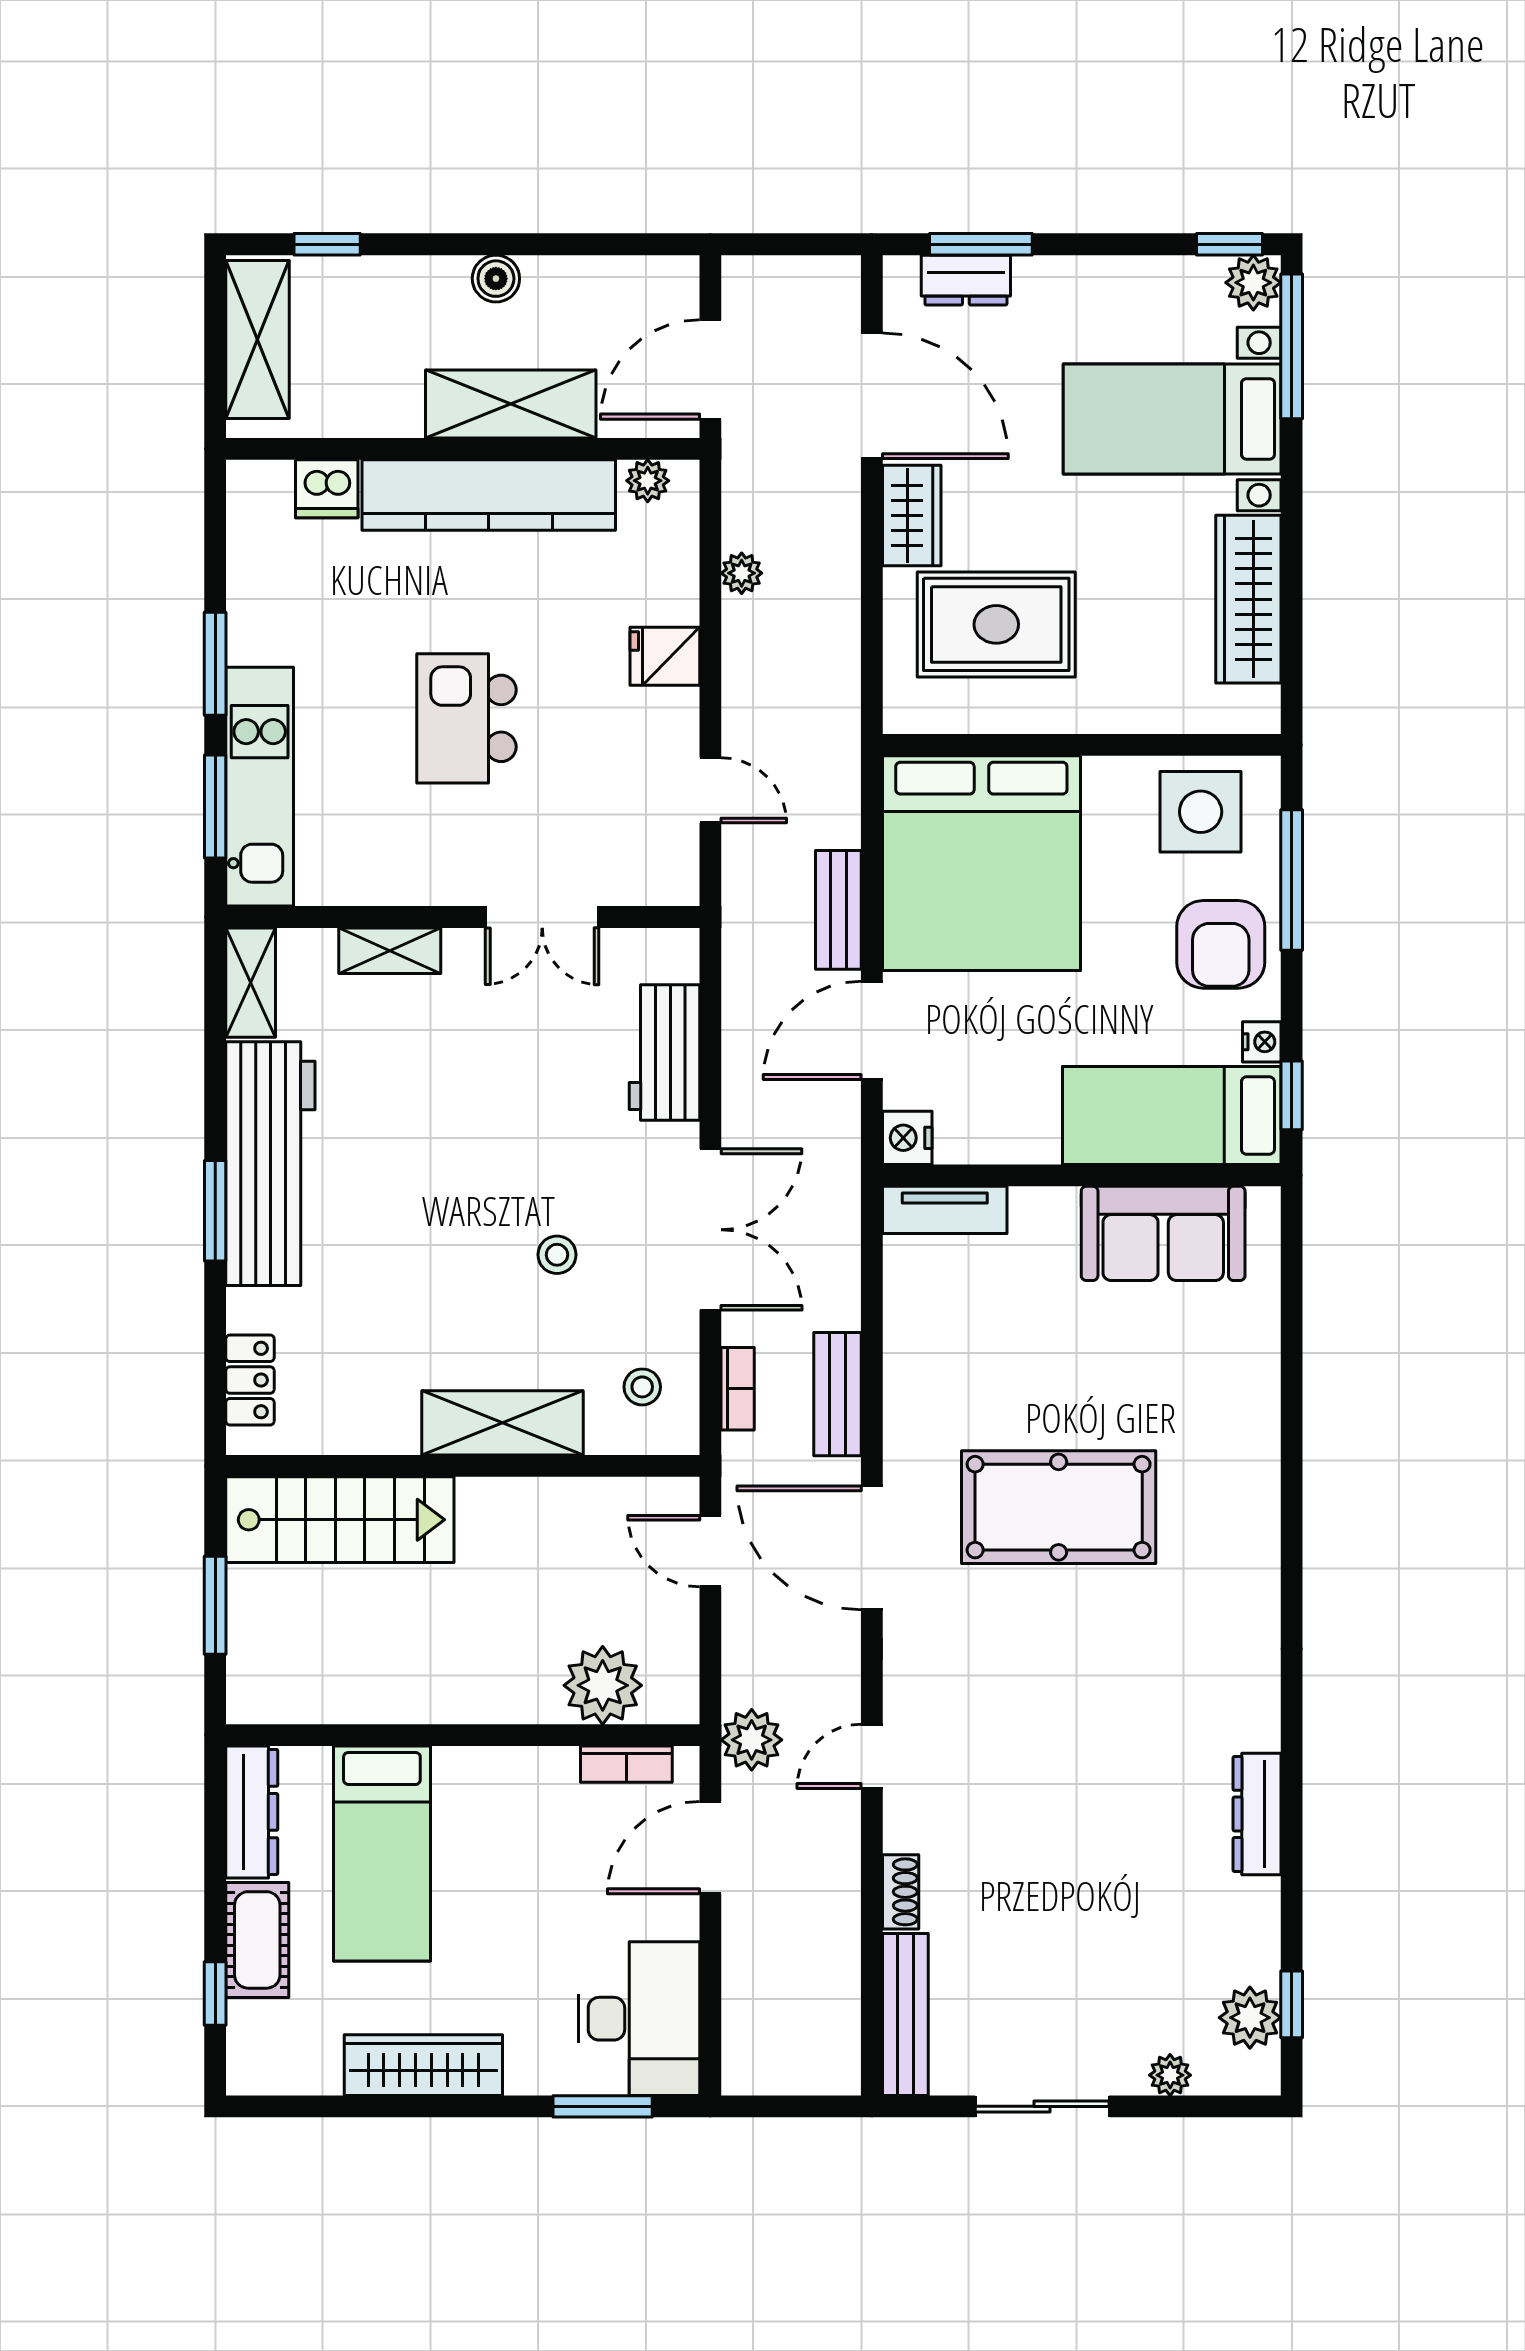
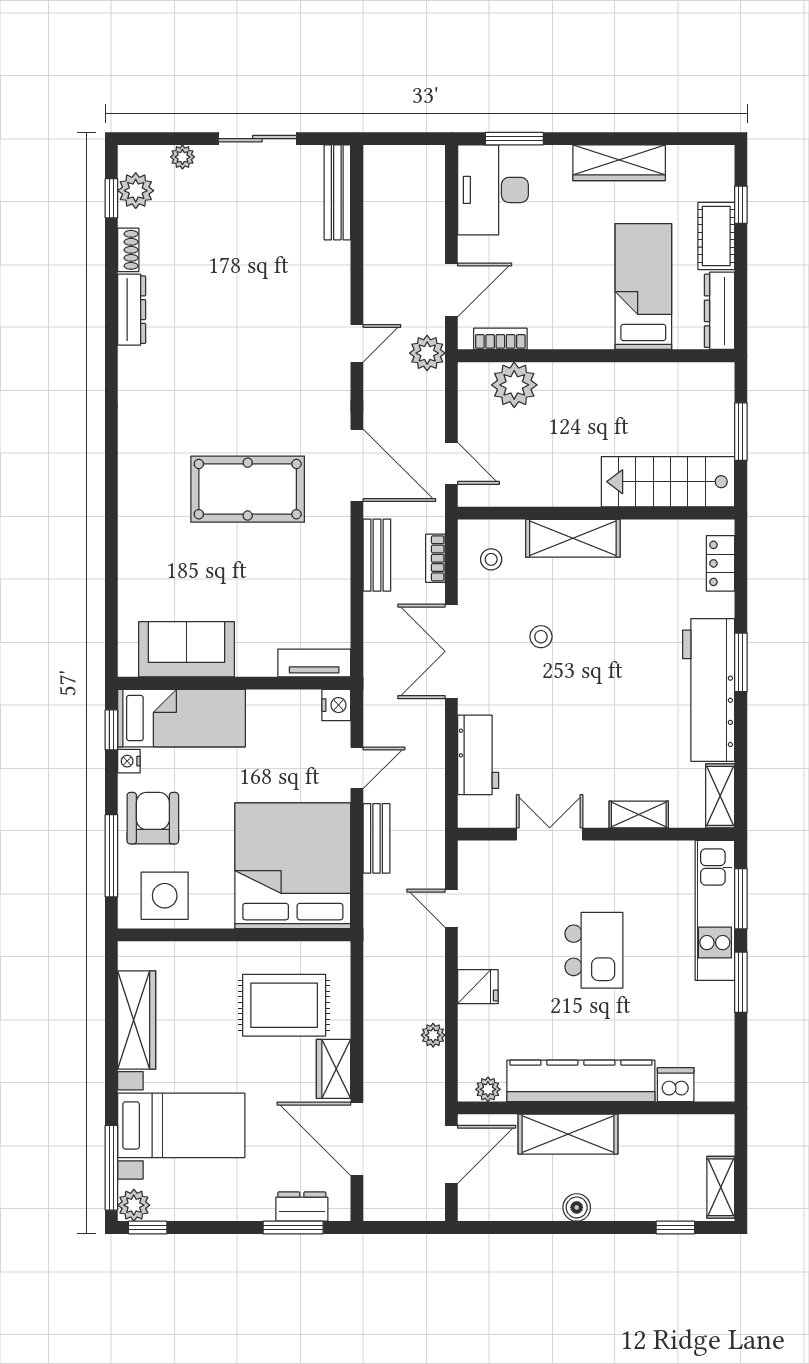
shelving: (258, 339) -> (721, 1187), width x0.67, depth x0.75
door: (872, 1030) -> (357, 768), width x0.73
shoe rack: (901, 1892) -> (128, 250), moved, turned 180

